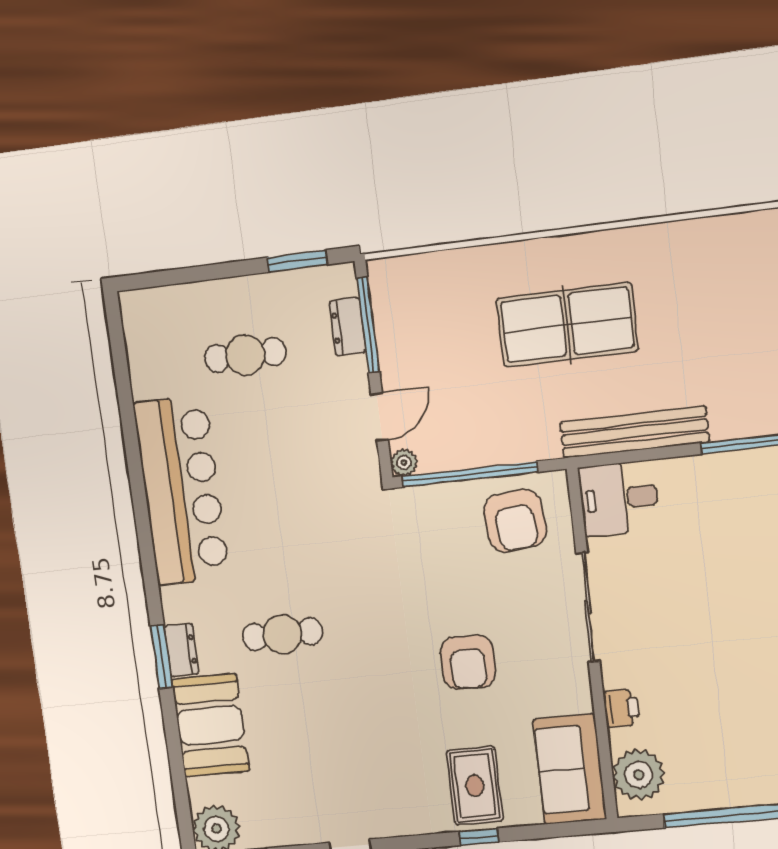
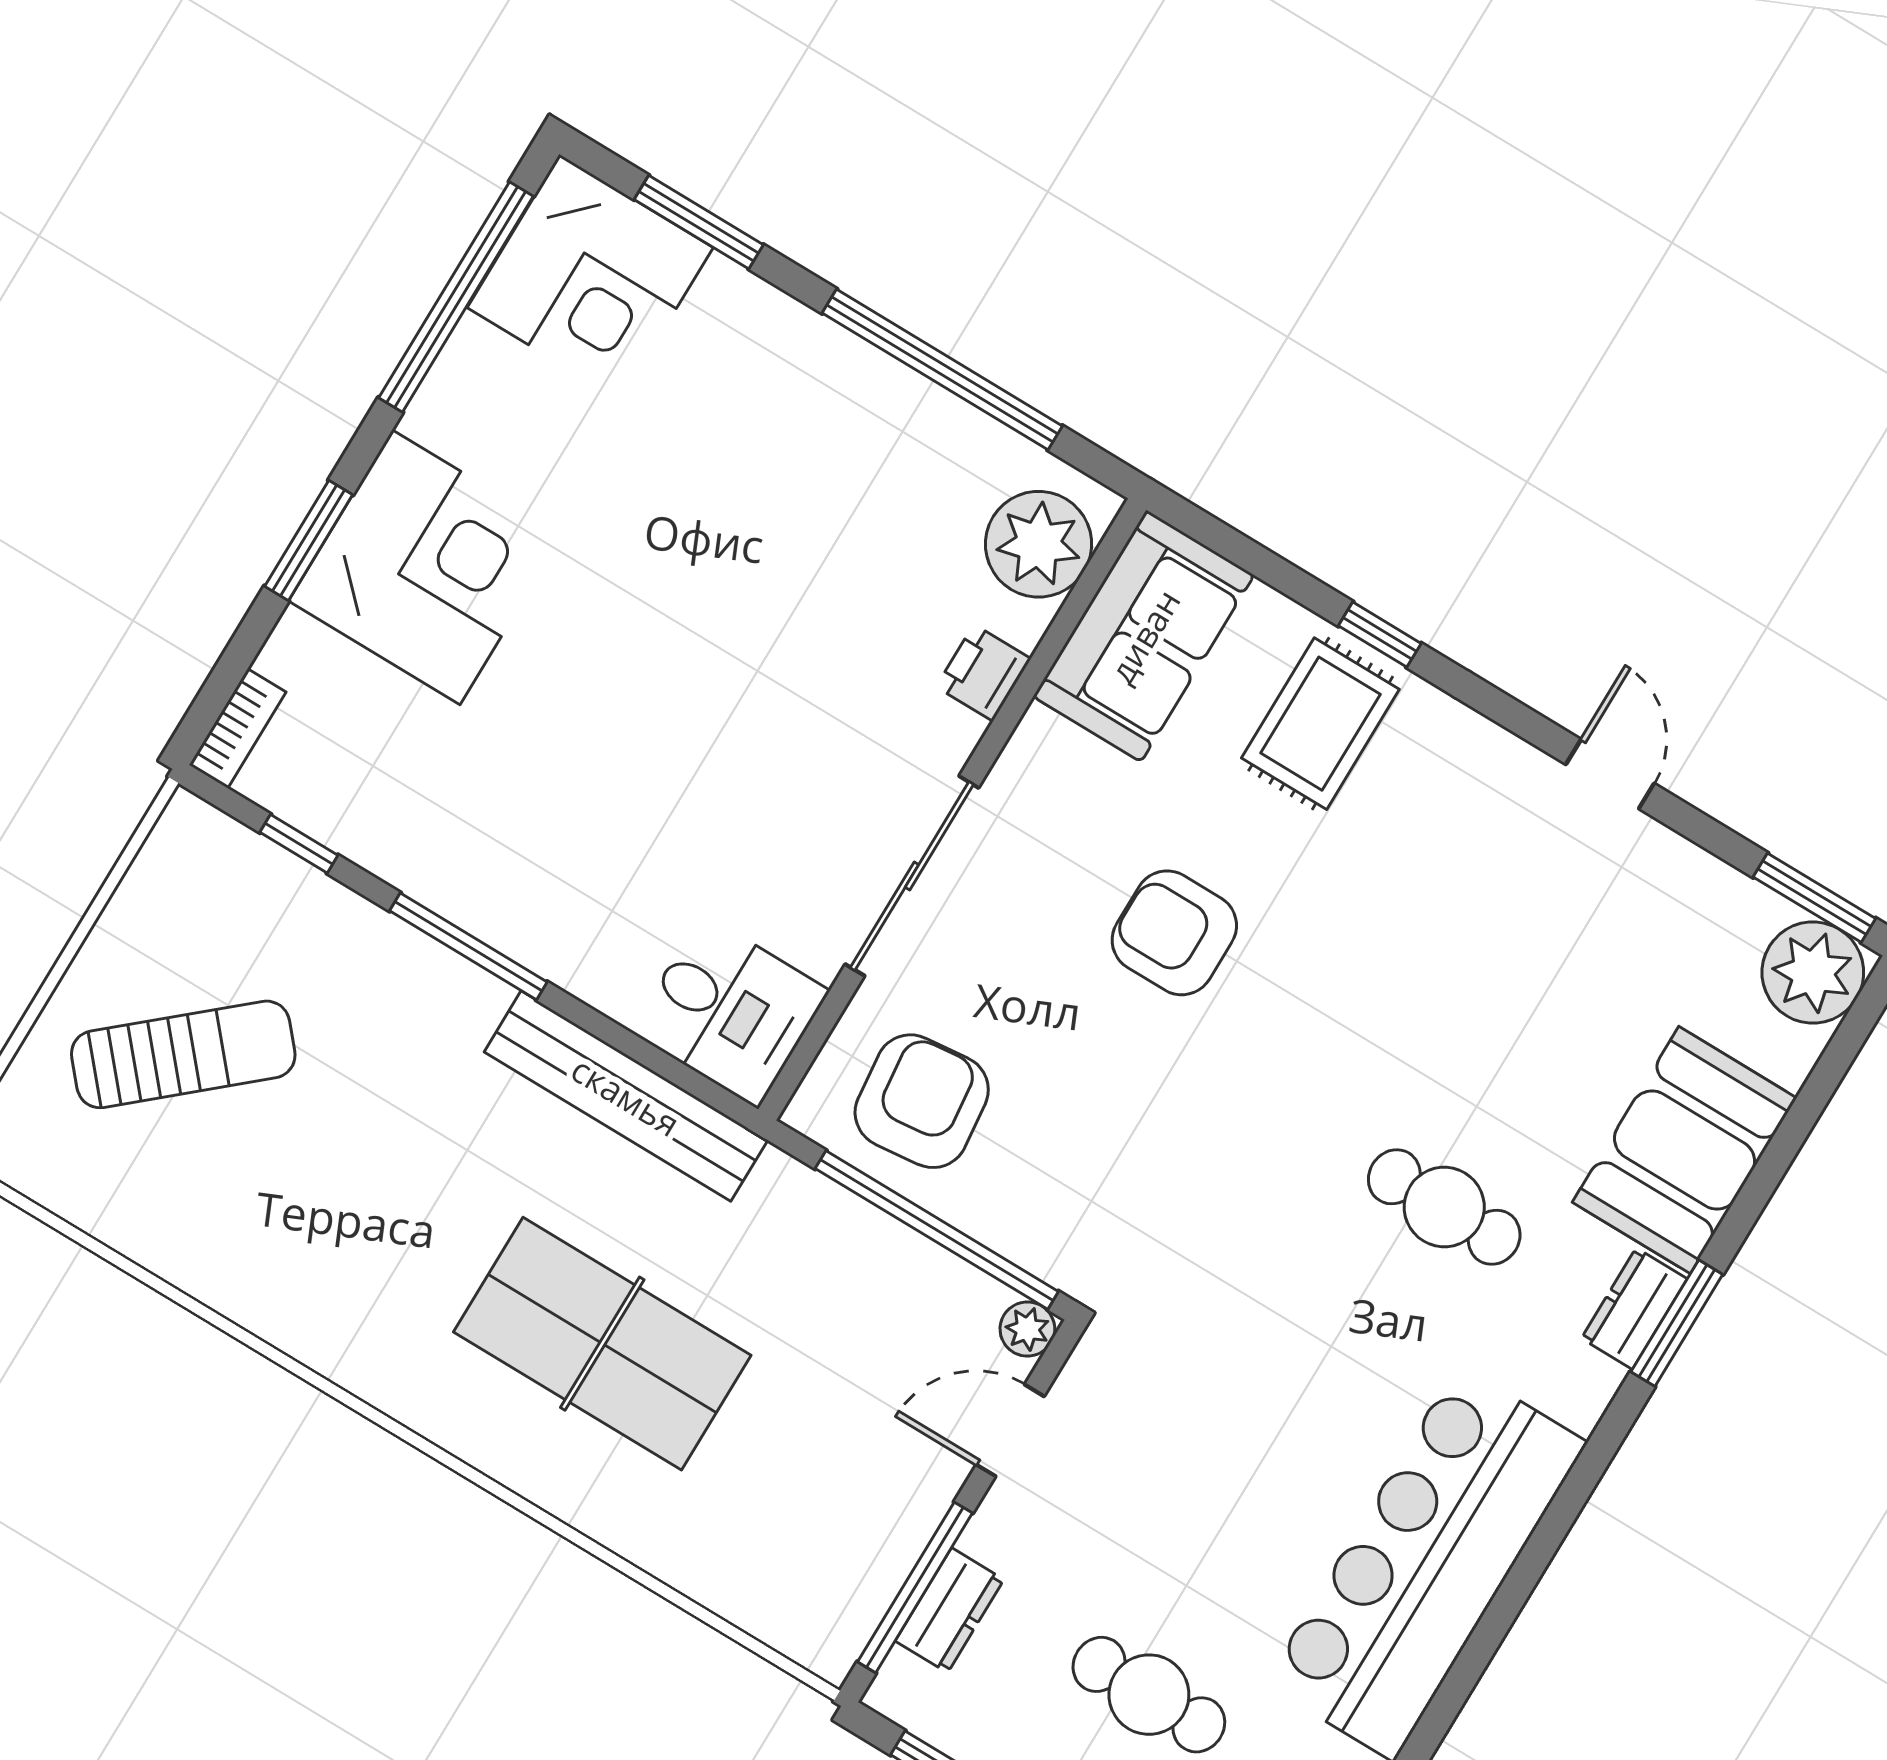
armchair: (468, 662) -> (1174, 933), turned -90

